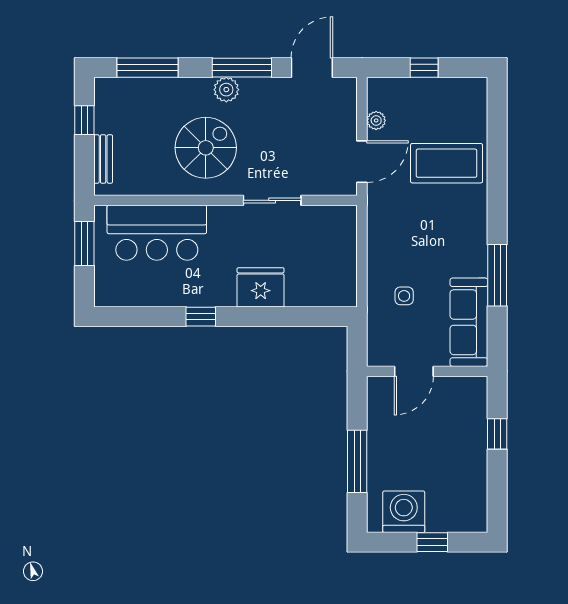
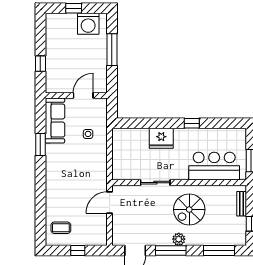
plant: (376, 120) -> (102, 223), removed
coffee table: (447, 163) -> (61, 228), moved, width x0.54, depth x0.58
window: (497, 275) -> (40, 144), width x0.69

